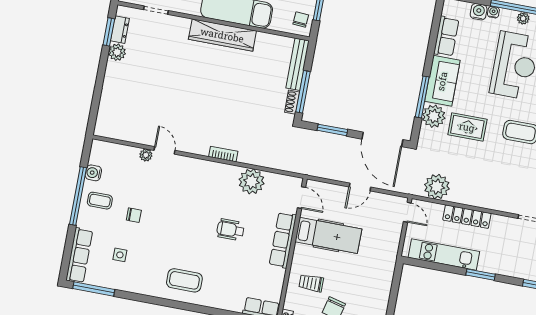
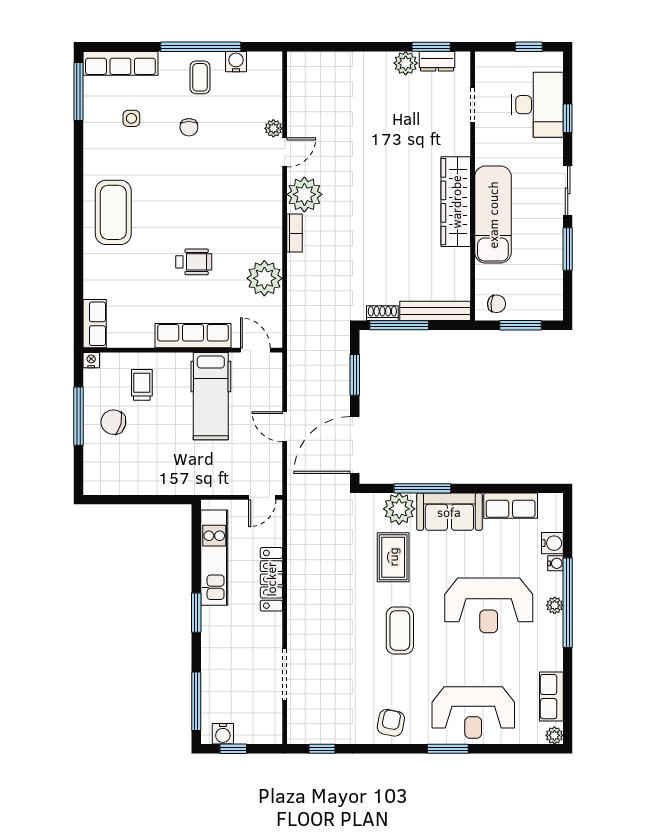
plant: (437, 187) -> (304, 194), moved
door: (302, 198) -> (255, 350), swing flipped
wheelchair: (230, 230) -> (194, 262), turned 90
coffee table: (184, 280) -> (113, 212), width x1.36, depth x1.32

